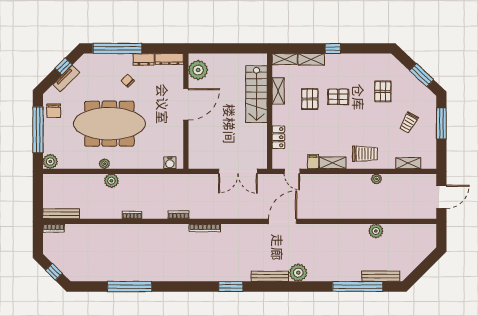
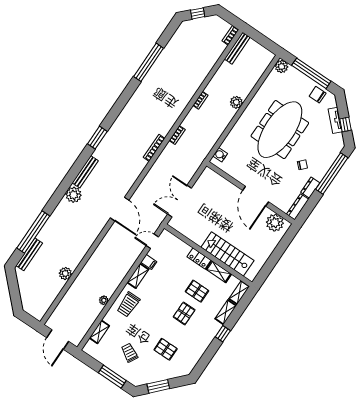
locker: (278, 137) -> (199, 258), moved
plant: (105, 164) -> (253, 106), removed

